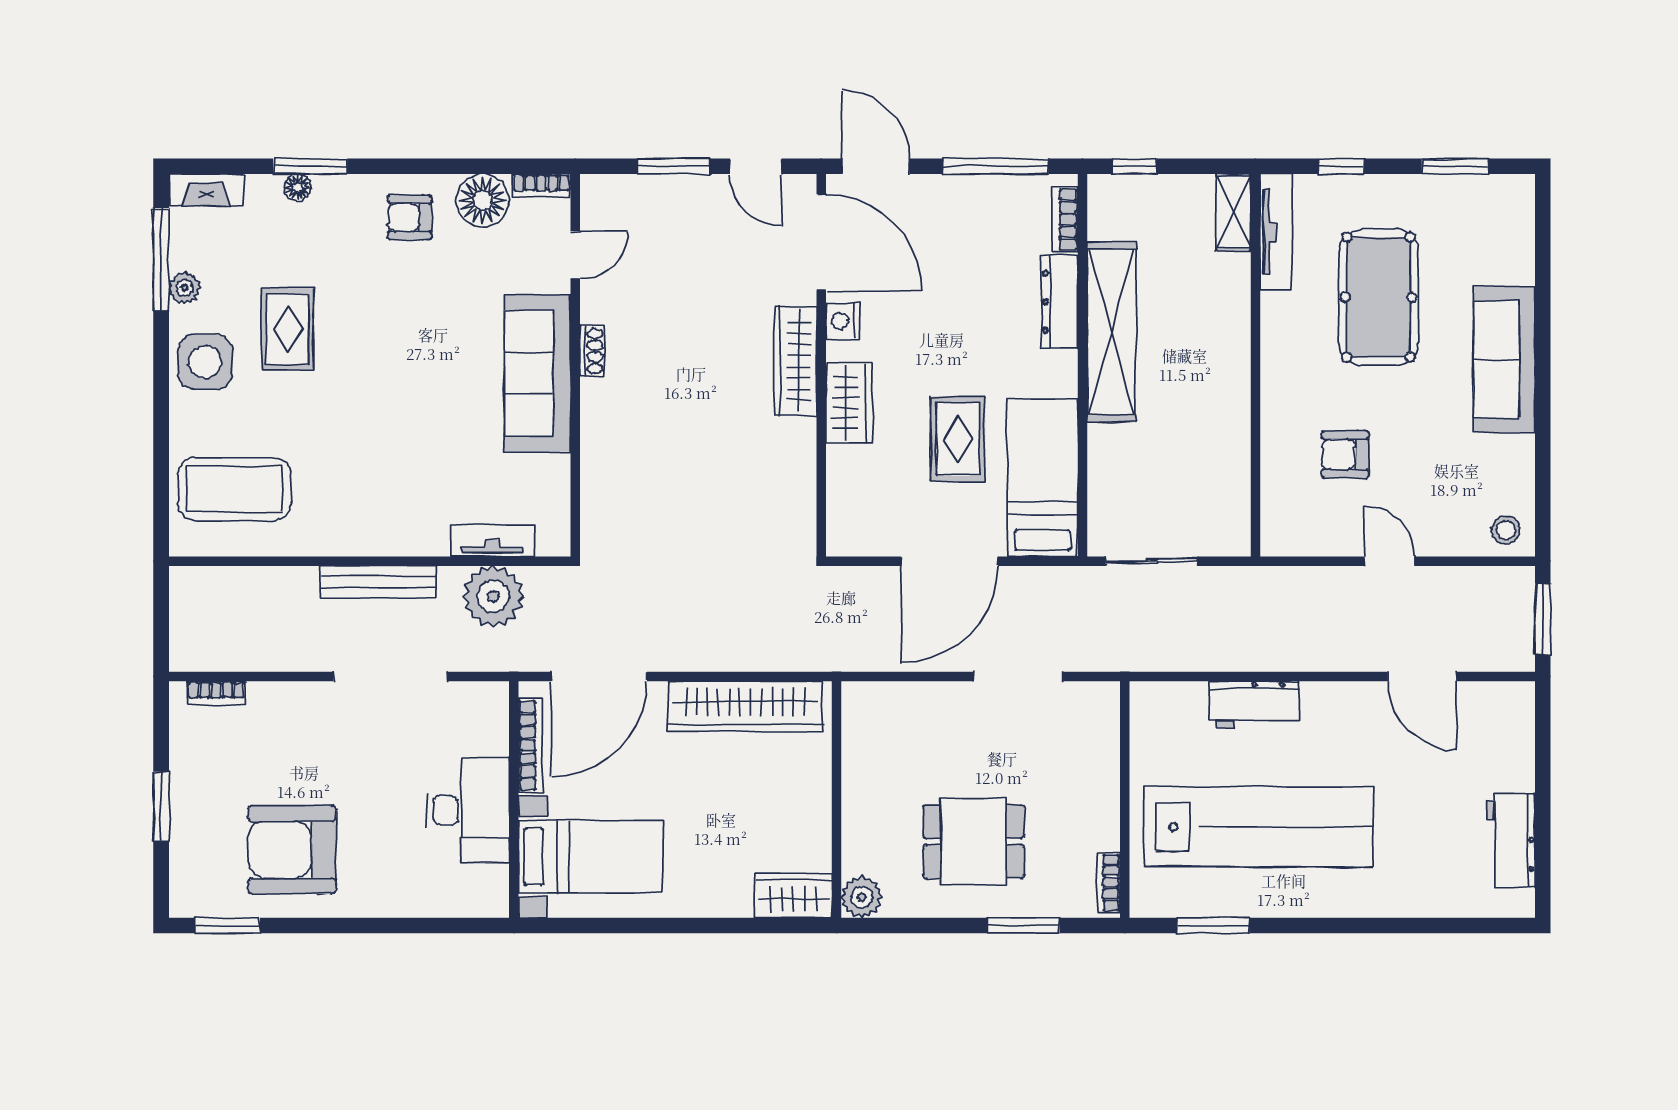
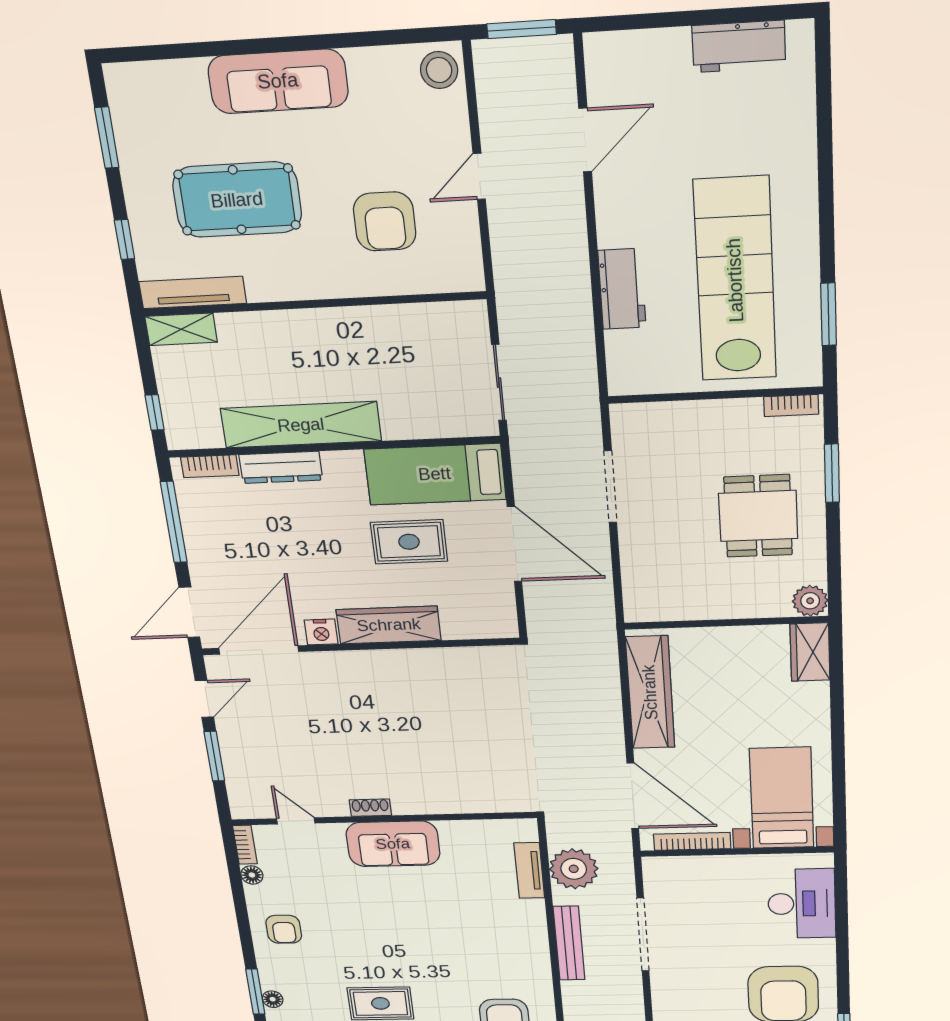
floor lamp: (483, 200) -> (252, 875), width x0.53, depth x0.53
wardrobe: (795, 361) -> (359, 665), removed
sofa: (537, 373) -> (393, 844), width x0.73
wardrobe: (849, 403) -> (389, 625), width x1.50
armchair: (1345, 454) -> (385, 221), width x1.38, depth x1.38
stool: (1506, 530) -> (439, 70), width x1.37, depth x1.37
desk: (468, 810) -> (802, 904), moved, turned 90

